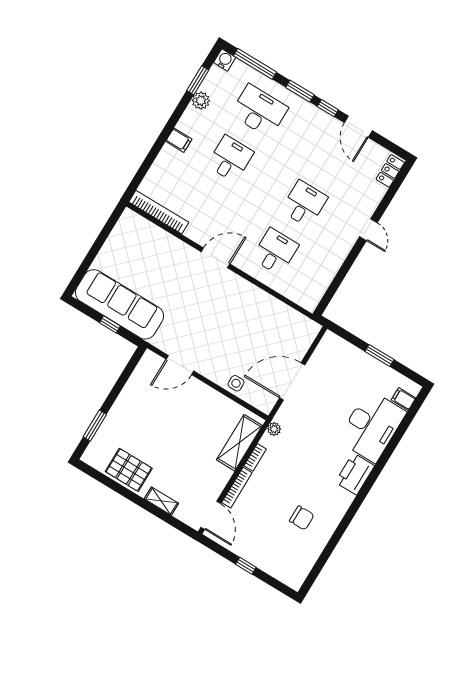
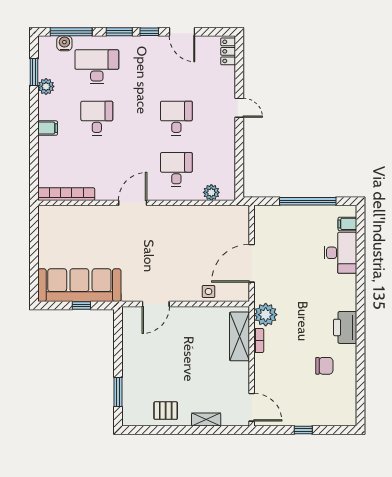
water cooler: (225, 60) -> (64, 43), moved
plant: (295, 293) -> (211, 192), added
window: (379, 356) -> (308, 201), width x2.11
desk: (372, 426) -> (340, 253), width x0.73, depth x0.77
plant: (274, 429) -> (266, 315), width x1.88, depth x1.88
pallet: (129, 470) -> (166, 411), width x0.67, depth x0.71
printer: (355, 474) -> (345, 327), moved
bookcase: (237, 488) -> (259, 373), removed

